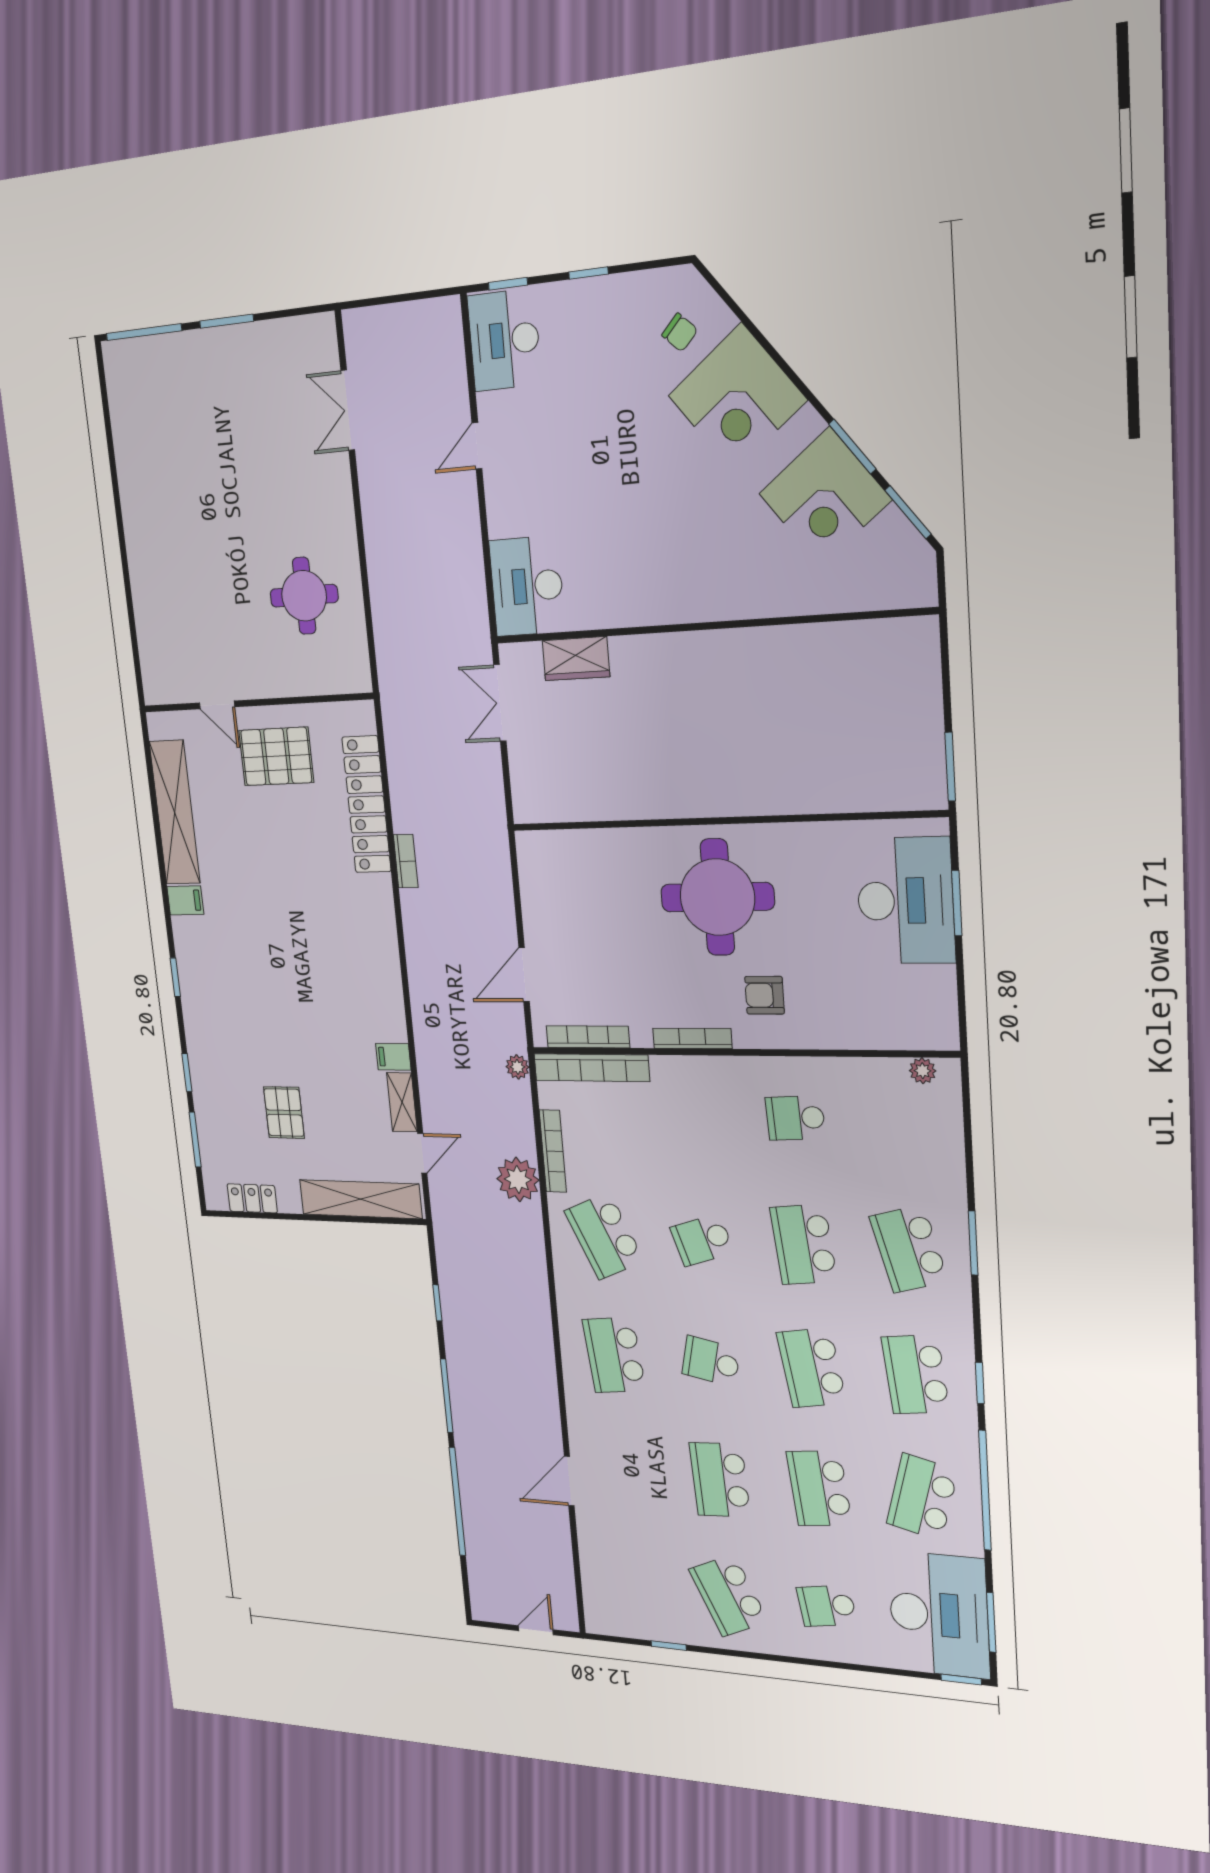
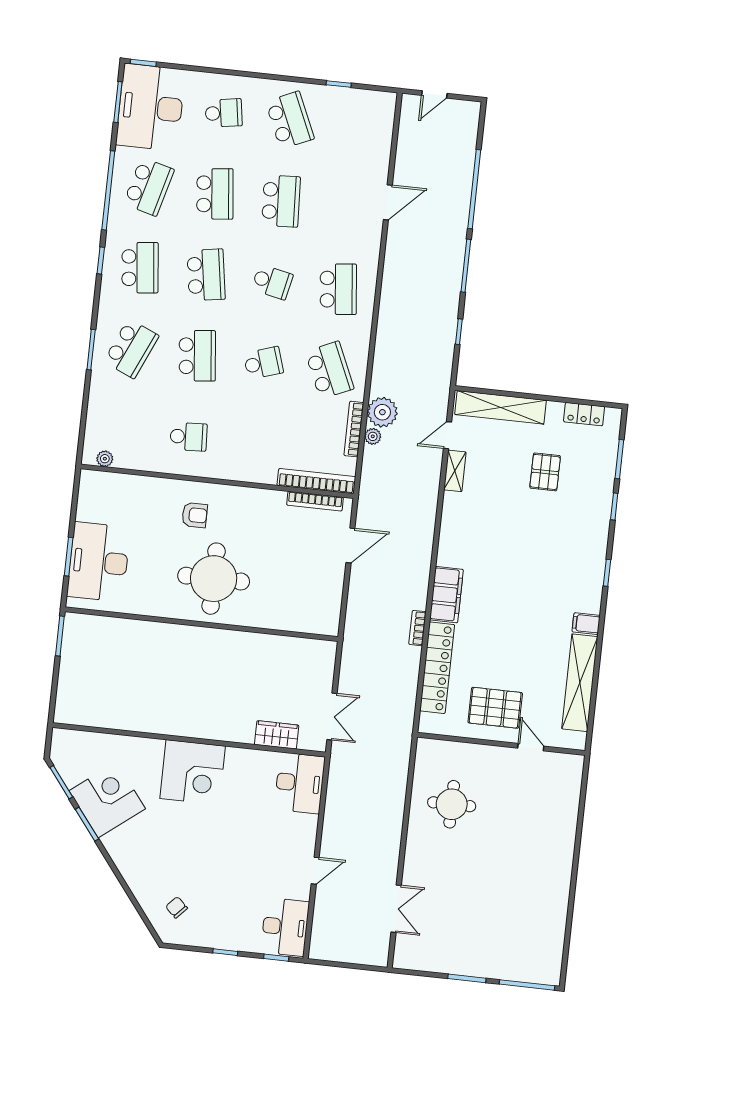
corner desk: (737, 398) -> (193, 772), moved, turned 128
bookcase: (692, 1038) -> (246, 493), removed
filing cabinet: (393, 1057) -> (446, 595), moved, width x3.00, depth x1.17
plant: (517, 1067) -> (373, 436), moved
school desk: (909, 1249) -> (131, 349), turned 39

